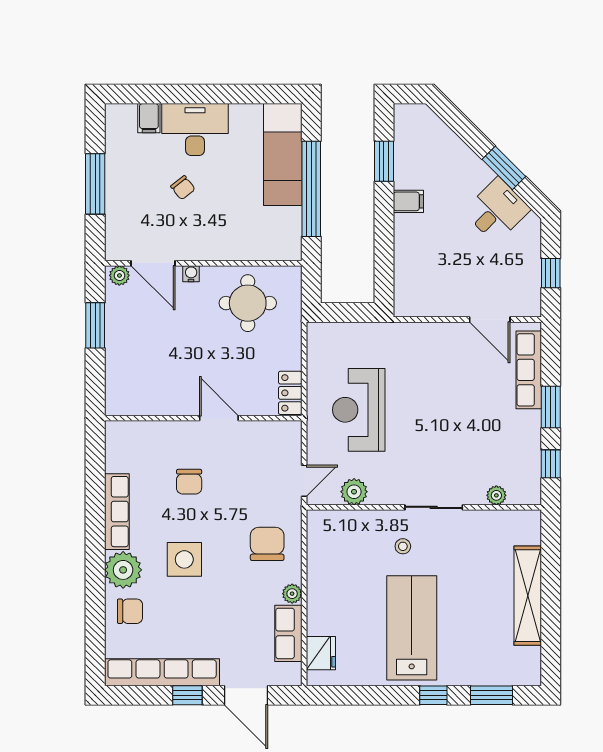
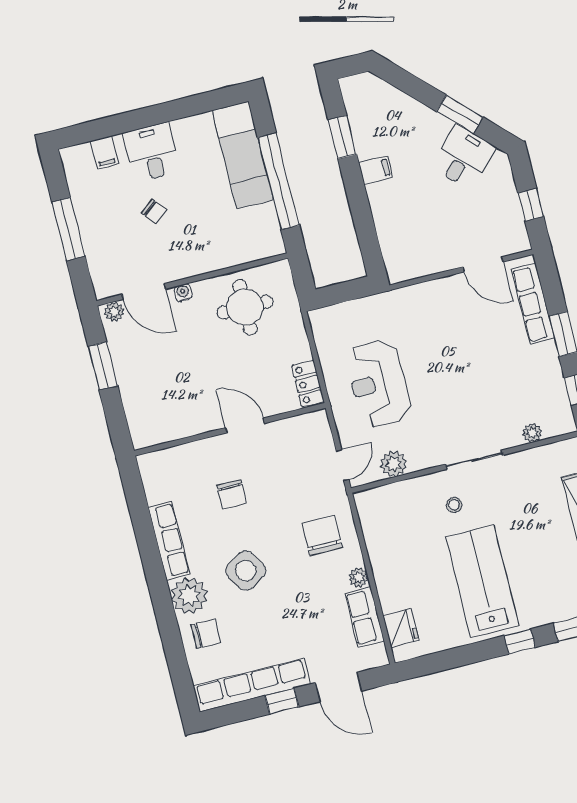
desk: (195, 130) -> (152, 152), width x0.73
side table: (184, 559) -> (246, 571), turned -31

